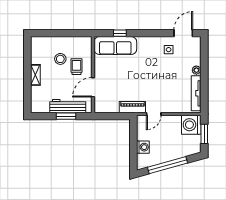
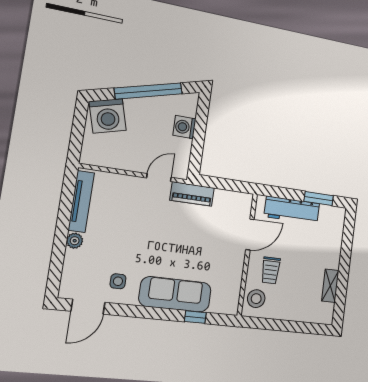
sofa: (115, 46) -> (175, 294), moved
stool: (60, 59) -> (256, 299), moved
shelving: (35, 75) -> (330, 286), moved
window: (66, 116) -> (319, 199), moved
washing machine: (191, 125) -> (108, 116), moved, turned 74
window: (204, 134) -> (78, 131), removed

